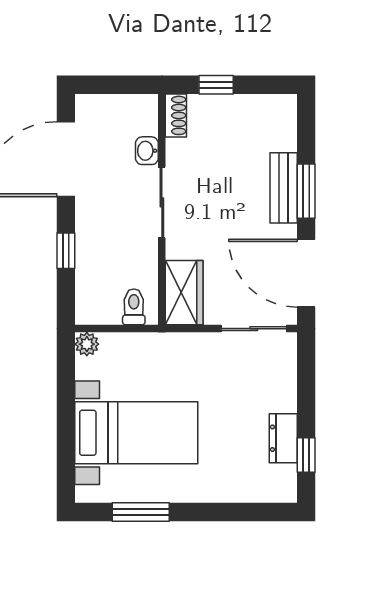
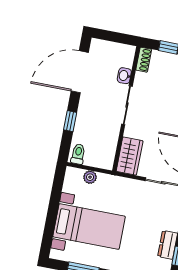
toilet: (134, 307) -> (78, 154), moved
plant: (87, 344) -> (90, 177), moved

